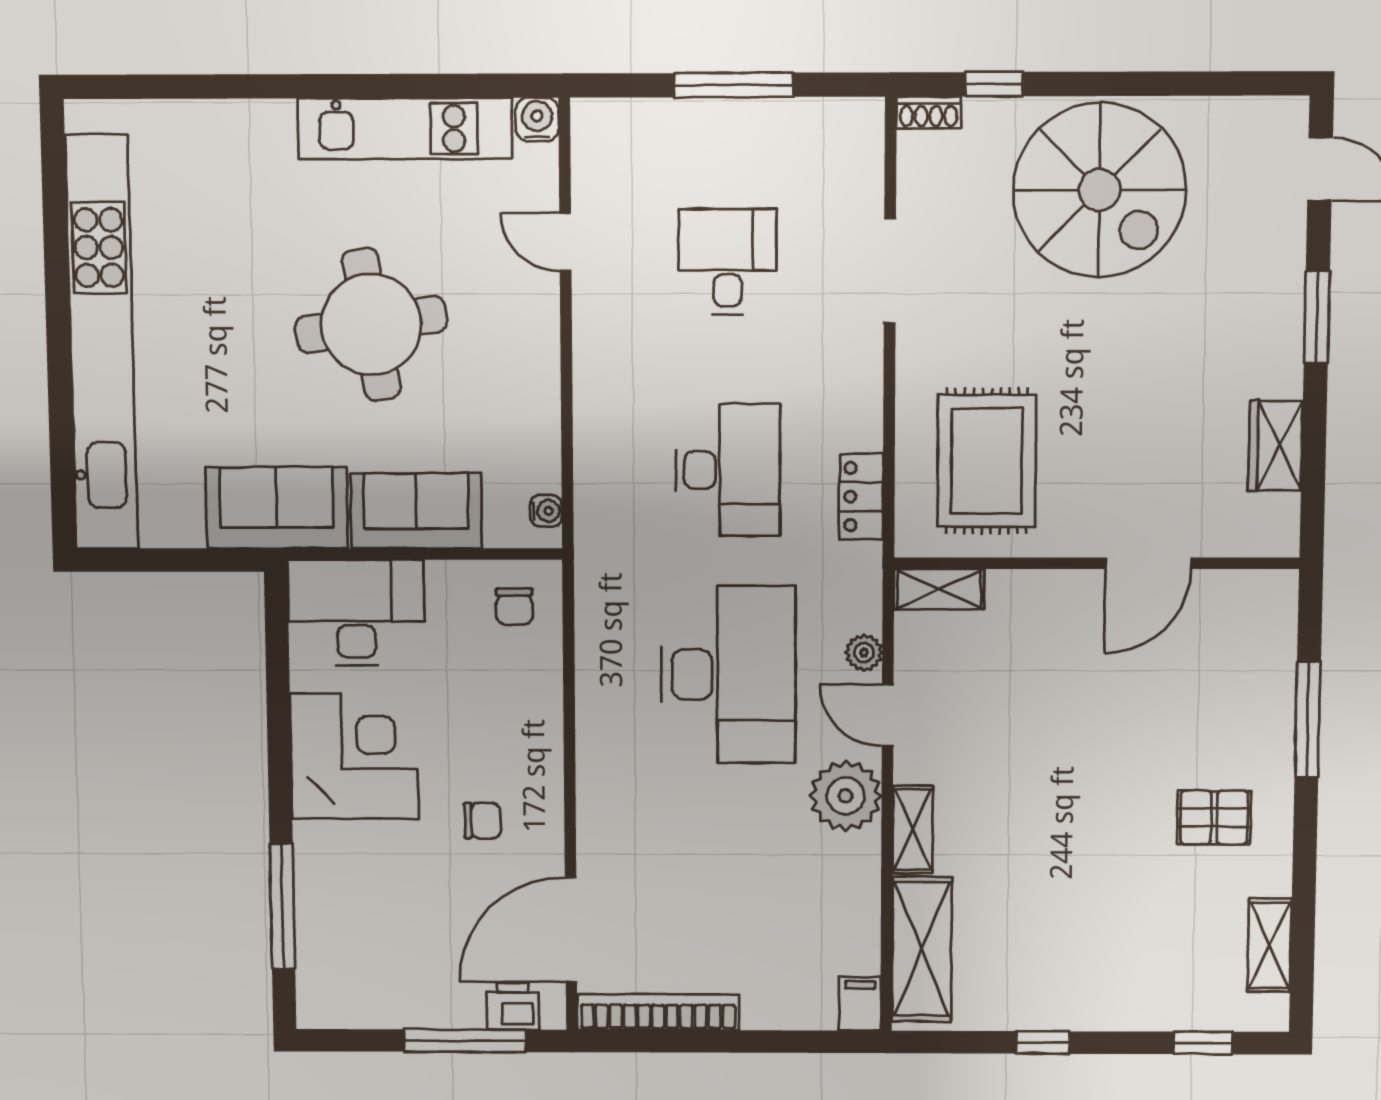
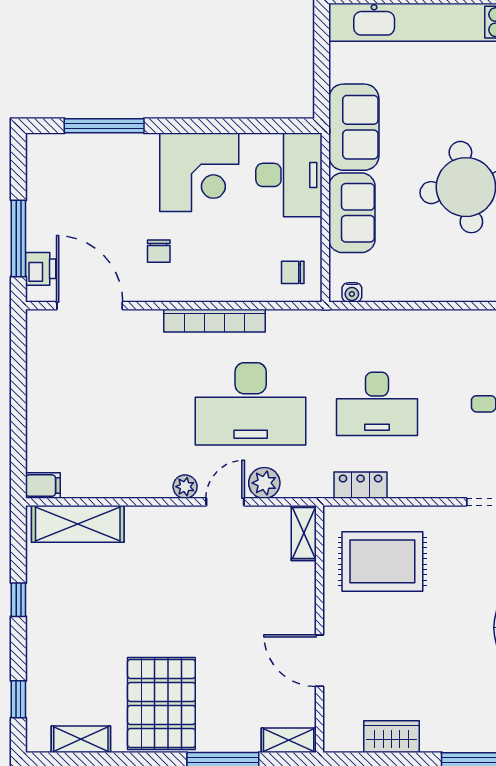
plant: (864, 653) -> (264, 483), width x1.38, depth x1.38
plant: (846, 796) -> (185, 487), width x0.53, depth x0.53
pallet: (1214, 817) -> (161, 704), width x2.05, depth x2.00
shelving: (913, 830) -> (289, 740), moved
bookcase: (658, 1012) -> (214, 321), moved, turned 90

